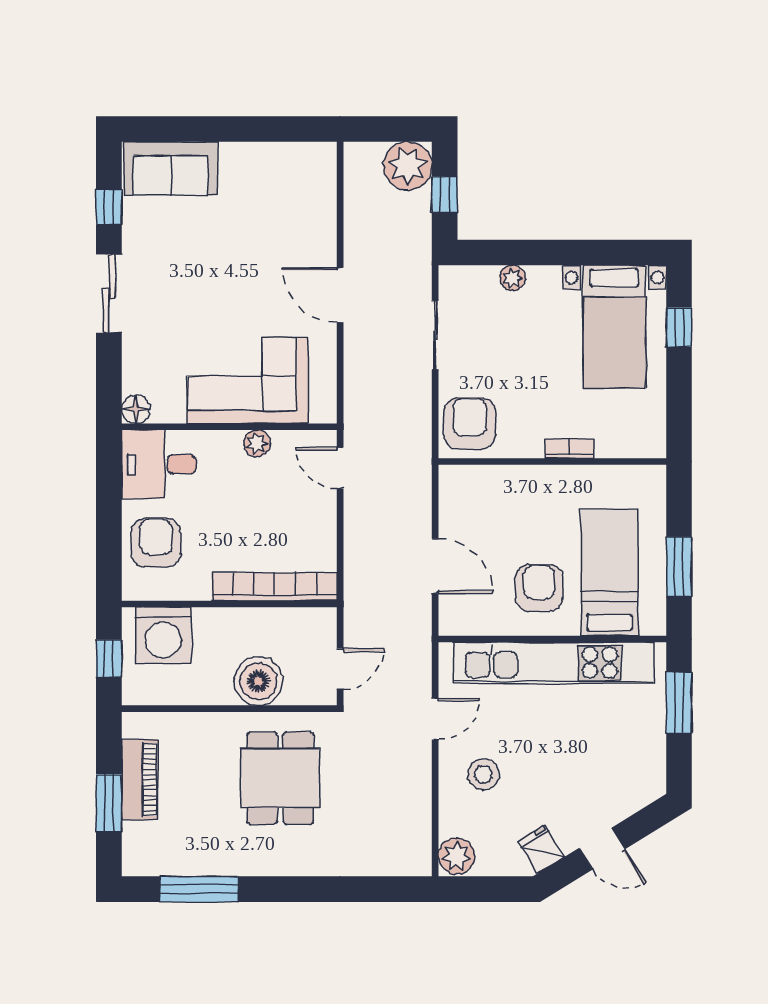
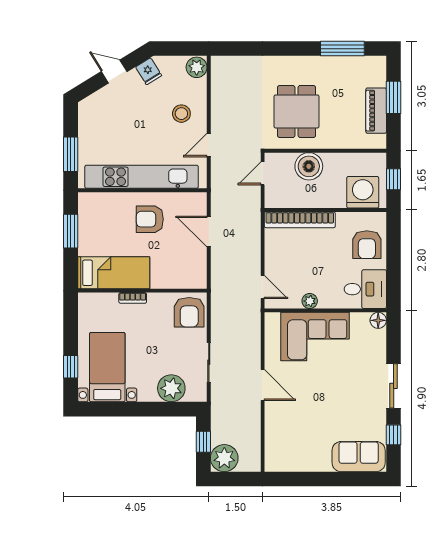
plant: (512, 278) -> (171, 388), width x1.87, depth x1.87
bed: (609, 572) -> (114, 273), moved, turned -90
armchair: (539, 588) -> (150, 219), turned 90

